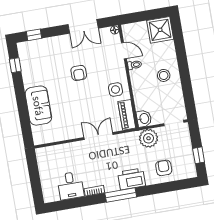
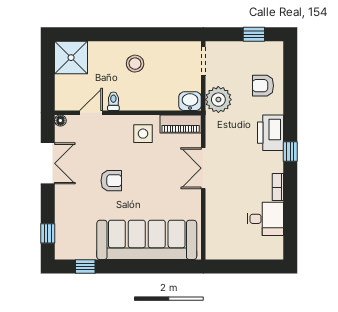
sofa: (38, 106) -> (147, 240), width x1.85, depth x1.27
window: (121, 195) -> (290, 152), width x0.46

